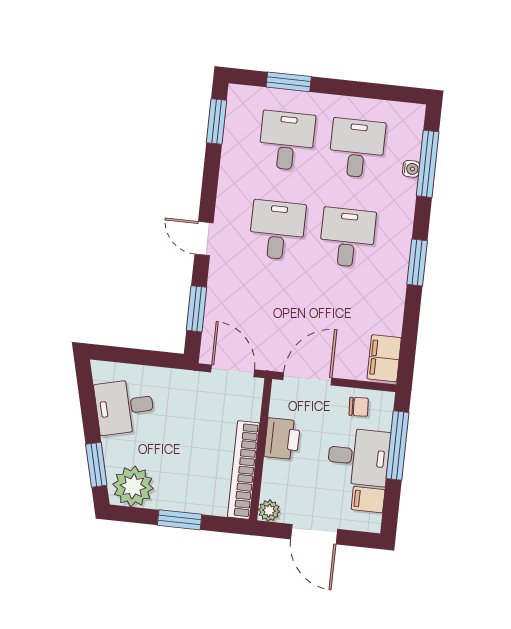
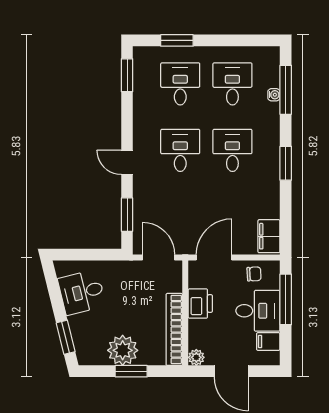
plant: (133, 486) -> (123, 350), moved

